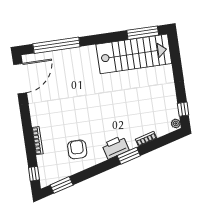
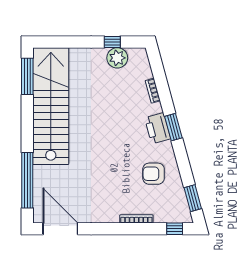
stairs: (134, 54) -> (51, 106), width x1.36
window: (183, 109) -> (112, 42), moved
plant: (176, 123) -> (117, 58), moved, width x1.88, depth x1.88
window: (129, 156) -> (173, 127), moved

